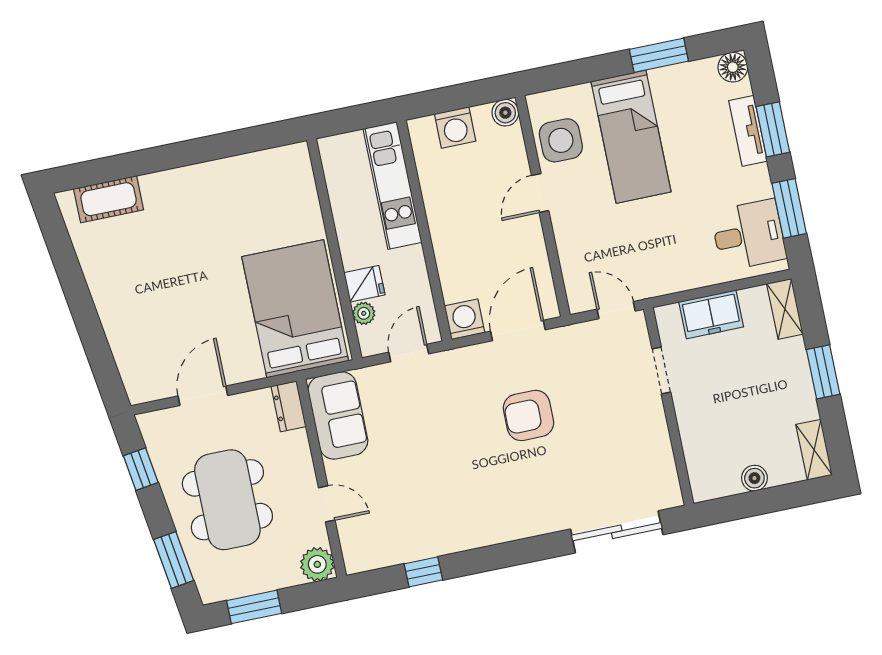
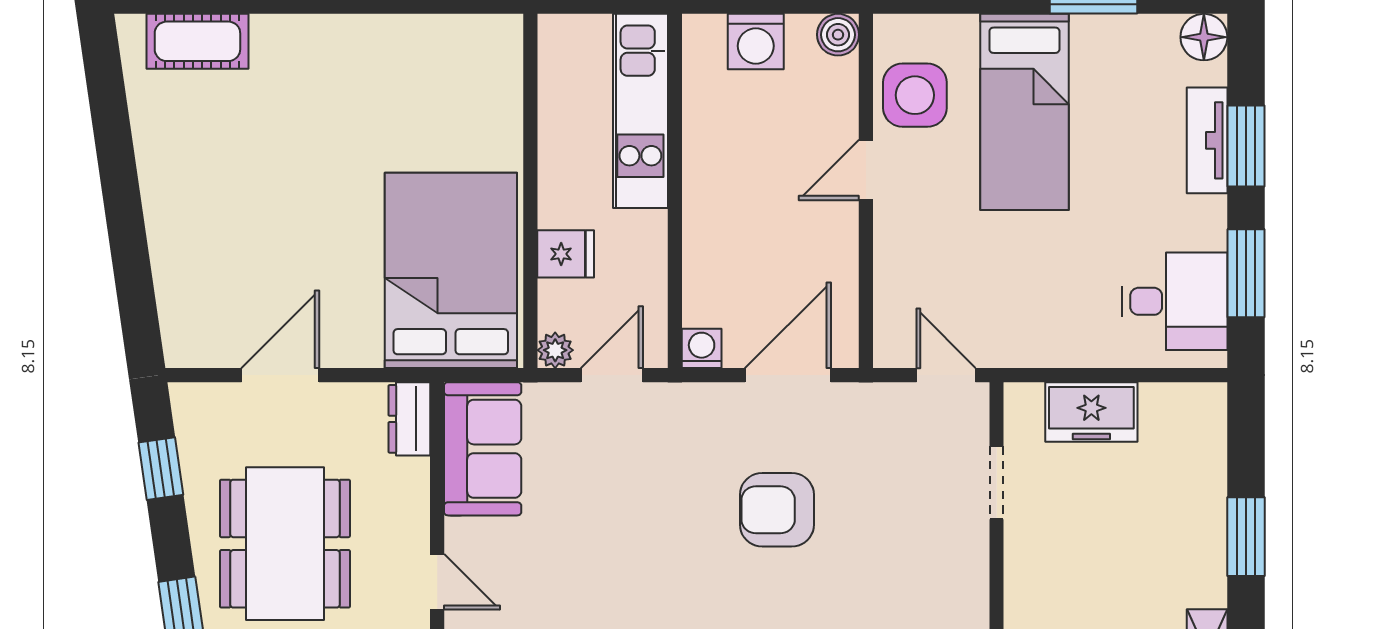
shelving: (785, 309) -> (1207, 427), removed
plant: (364, 313) -> (555, 350), moved
washing machine: (465, 319) -> (702, 348), width x0.73, depth x0.73

